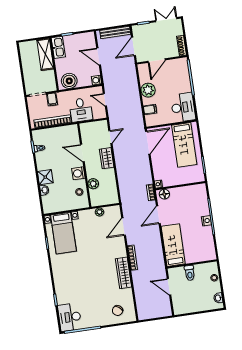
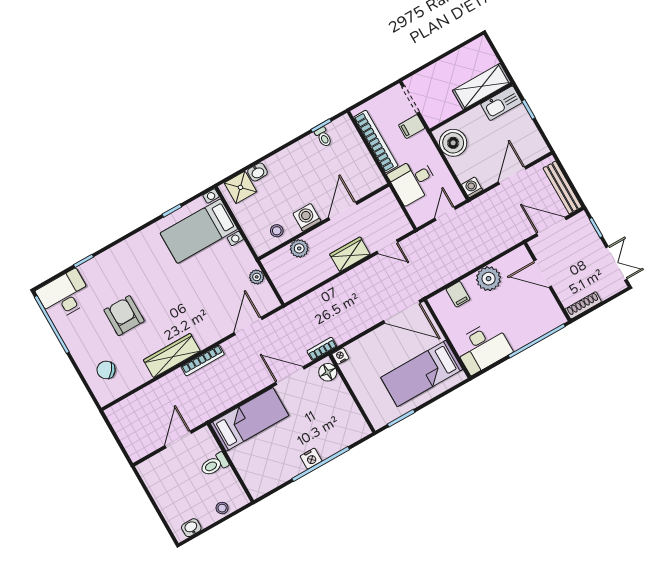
shower: (45, 177) -> (240, 187), moved
door: (124, 227) -> (248, 326), hinge flipped
armchair: (93, 290) -> (124, 316), added

